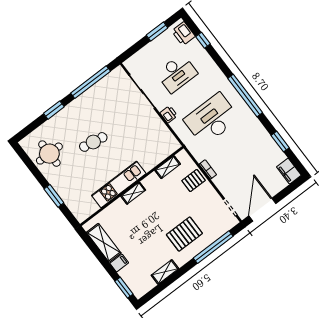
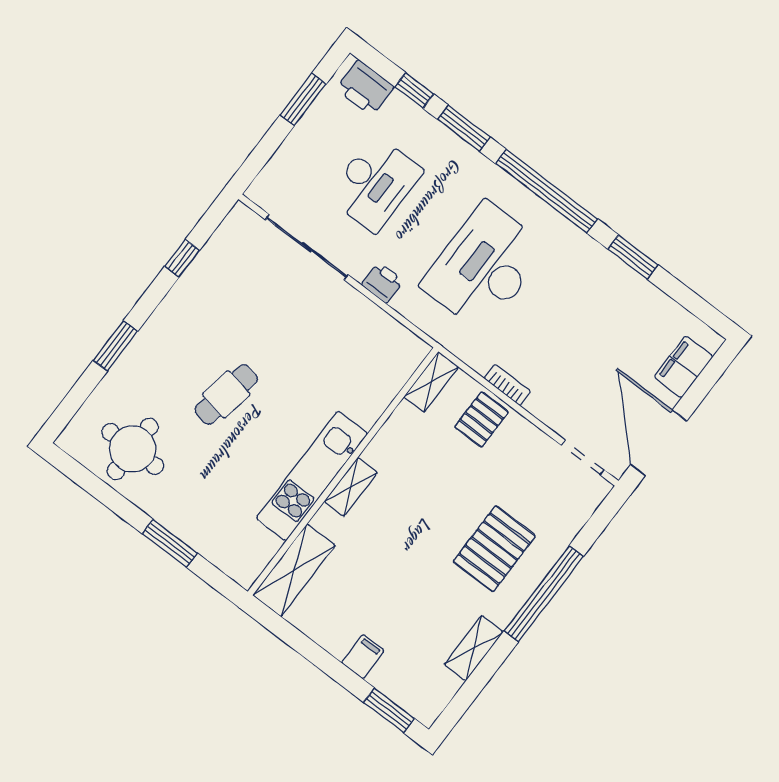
window: (219, 61) -> (464, 128), added
window: (91, 82) -> (182, 258), width x0.32
window: (280, 142) -> (633, 257), moved
shelving: (168, 167) -> (431, 382), moved
filing cabinet: (289, 171) -> (684, 367), moved, turned 90
shelving: (104, 243) -> (294, 570), moved, turned 90
window: (213, 247) -> (544, 594), moved

